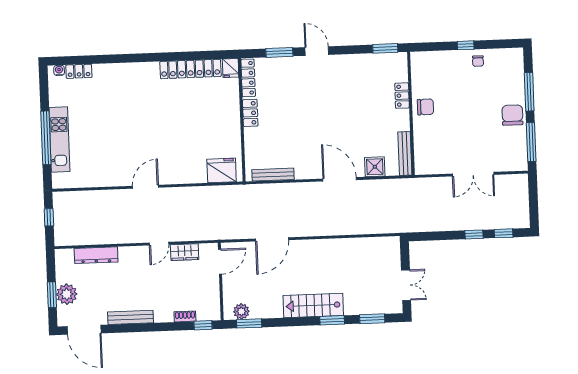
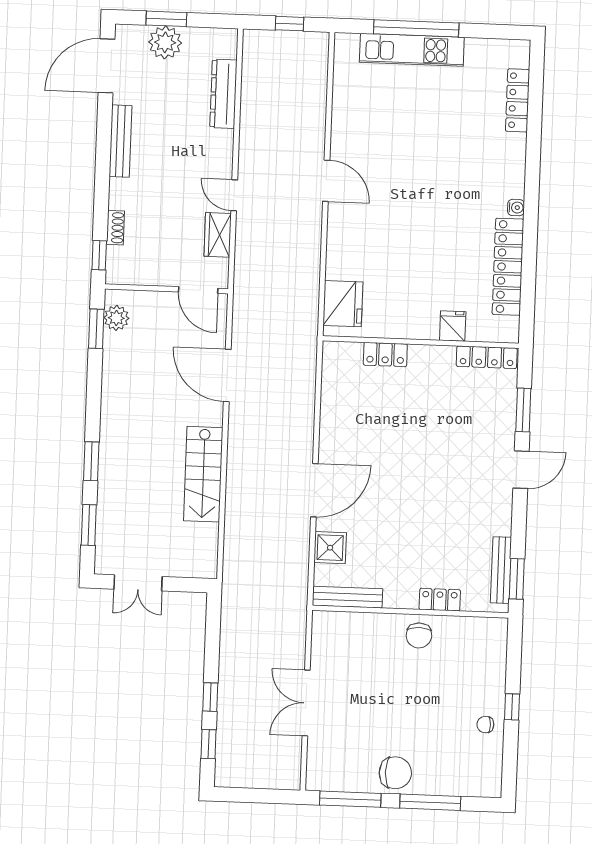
fridge: (231, 68) -> (453, 326), moved, turned 90
water cooler: (59, 70) -> (516, 208), moved
locker: (79, 71) -> (517, 100), width x1.53
locker: (250, 113) -> (385, 355), moved
bench: (273, 175) -> (501, 570), moved
stairs: (313, 305) -> (203, 474), moved, turned 180

